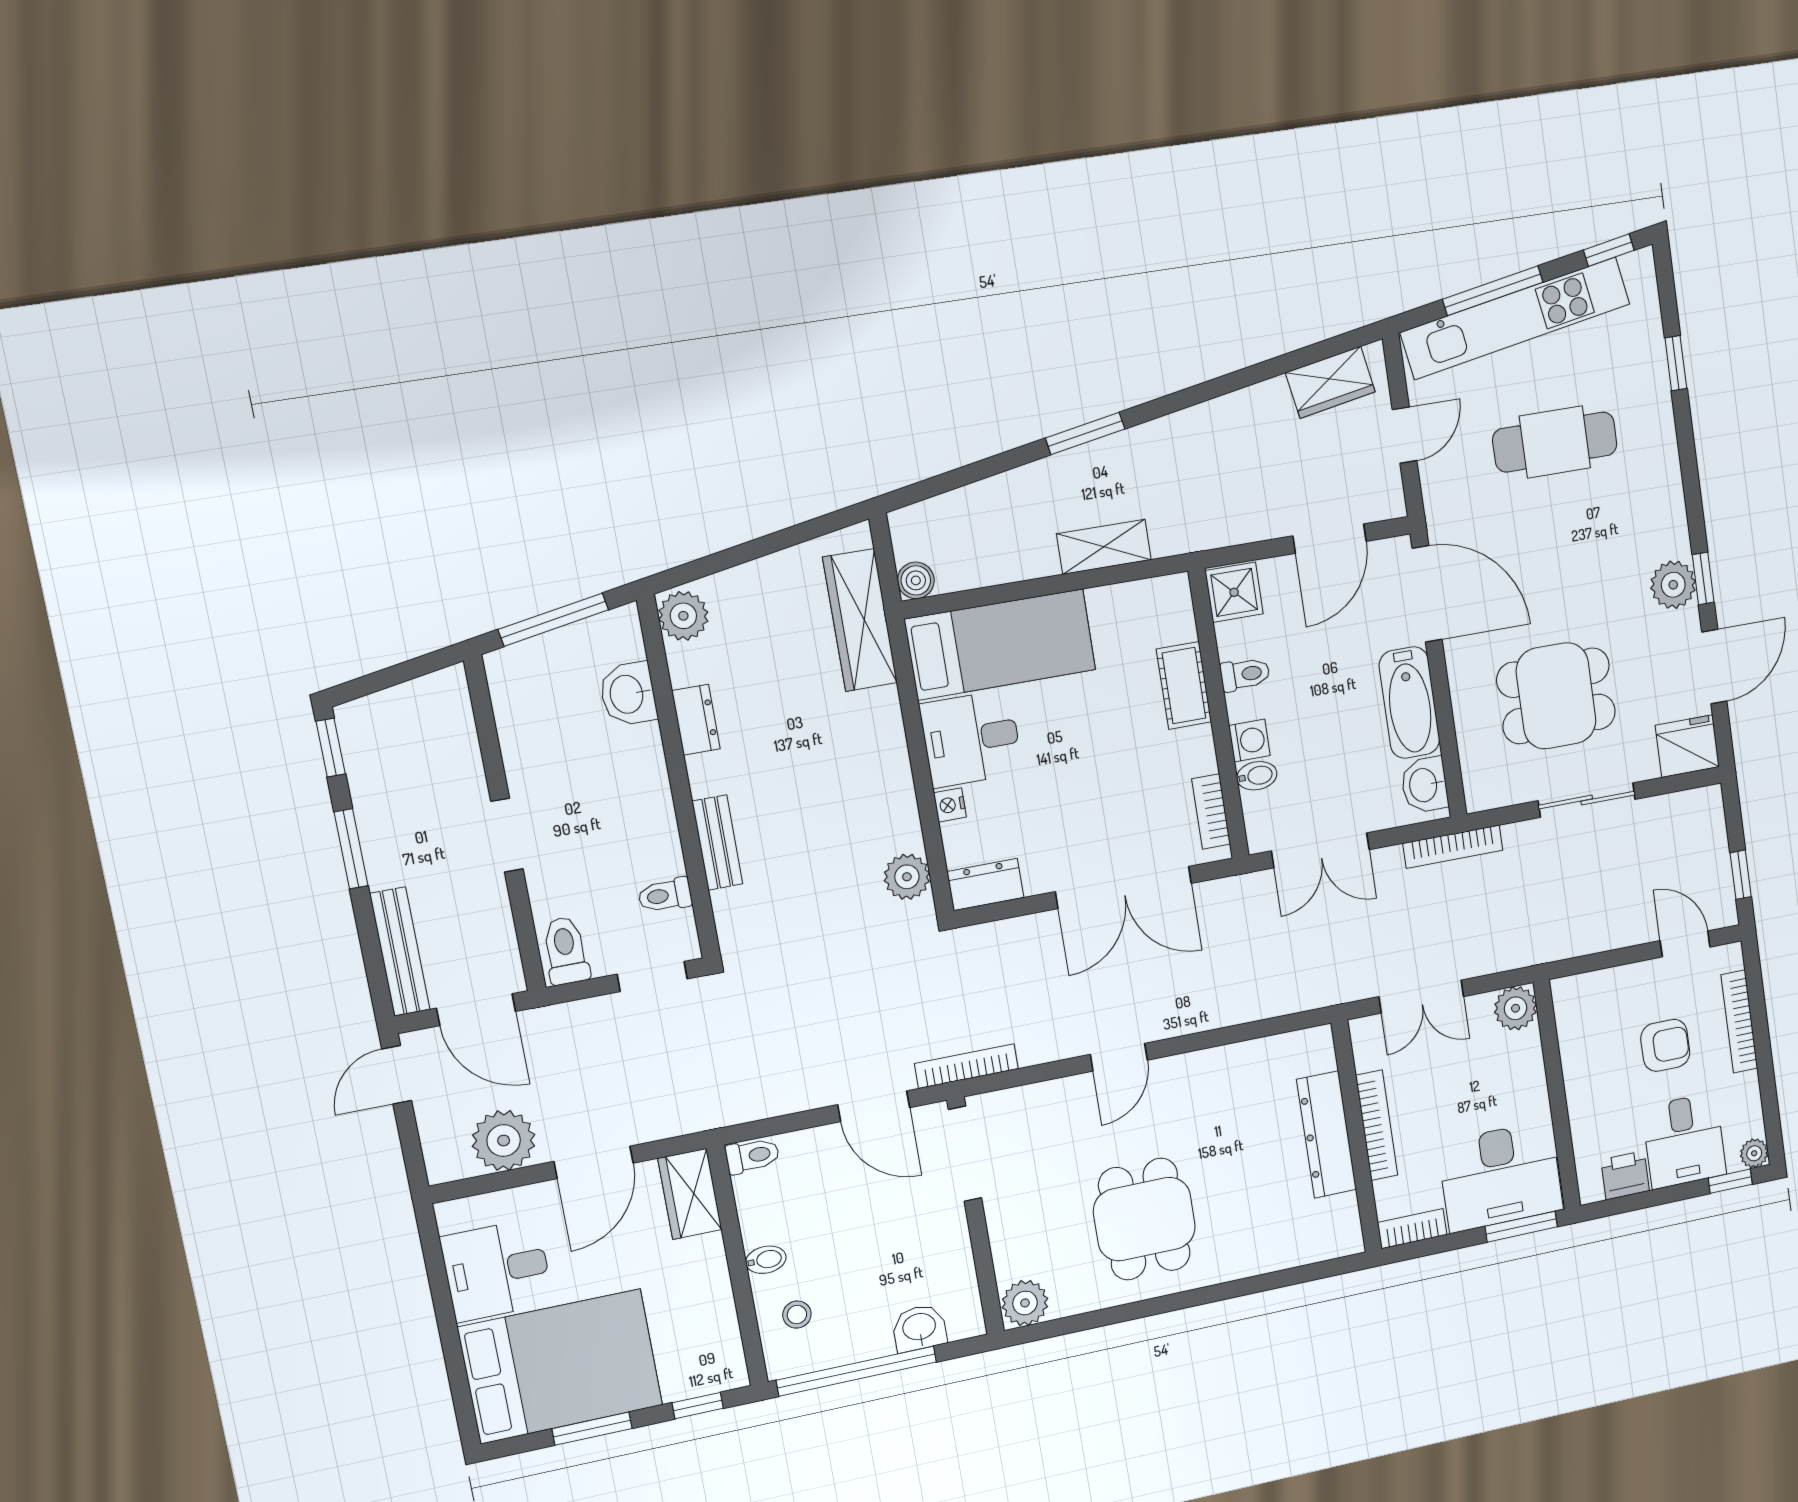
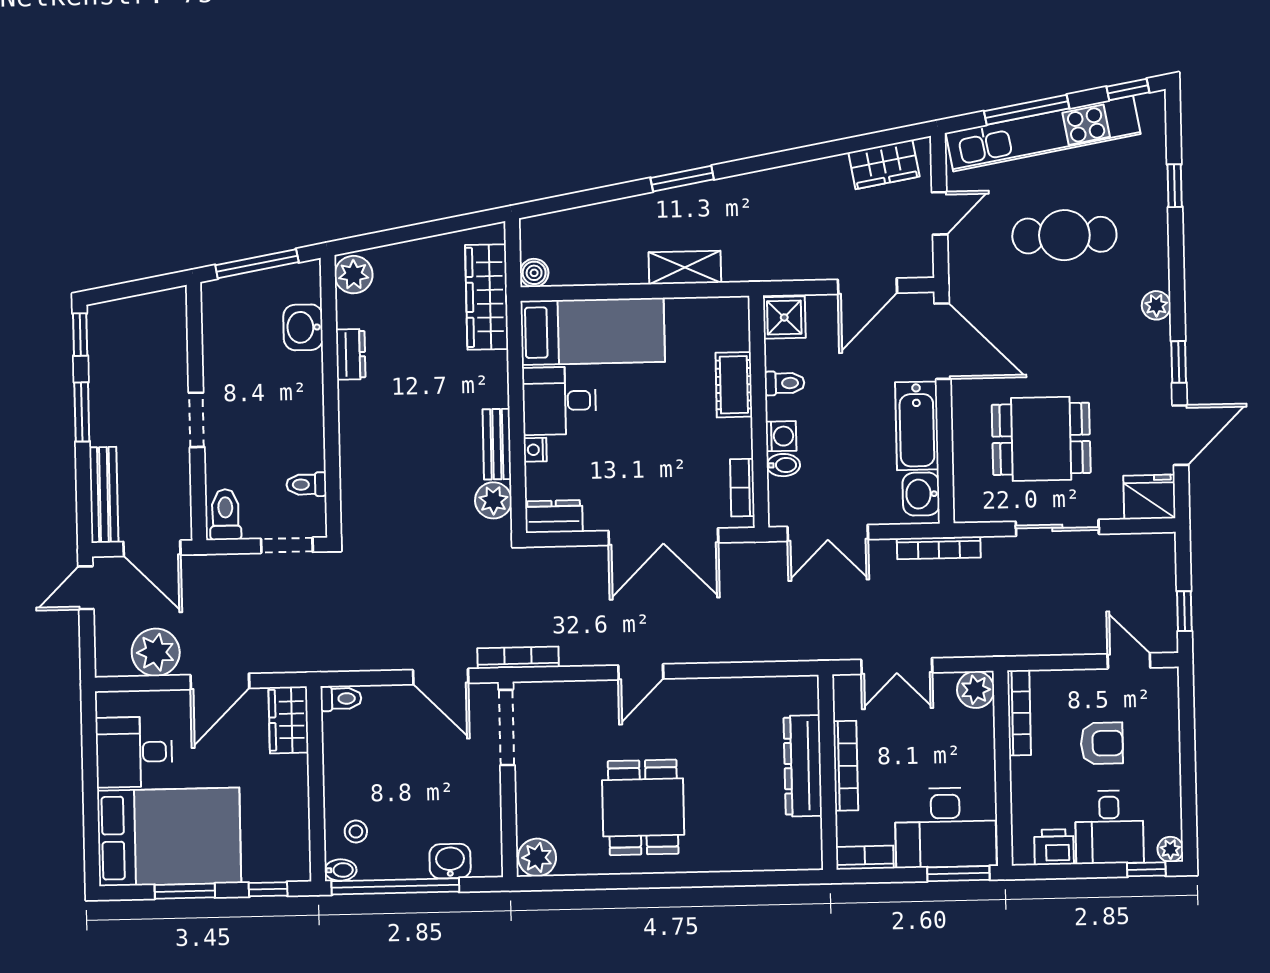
plant: (1673, 585) -> (1156, 305), moved, width x0.73, depth x0.73
bench: (717, 843) -> (497, 444), moved
bookcase: (1739, 1021) -> (1019, 713), moved, turned 180
bidet: (766, 1260) -> (341, 870), moved

